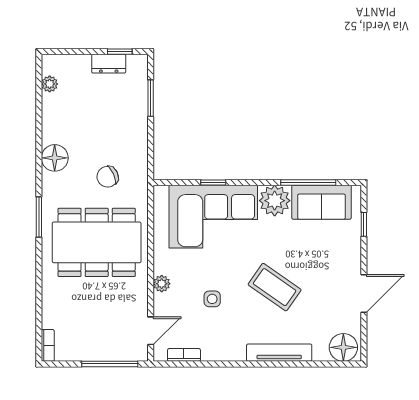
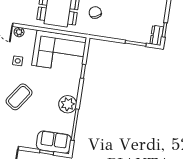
dresser: (109, 64) -> (157, 35), moved
sofa: (321, 202) -> (54, 142), moved, turned 90
corner sofa: (213, 217) -> (59, 51), moved, turned -90
plant: (162, 284) -> (19, 32), moved

